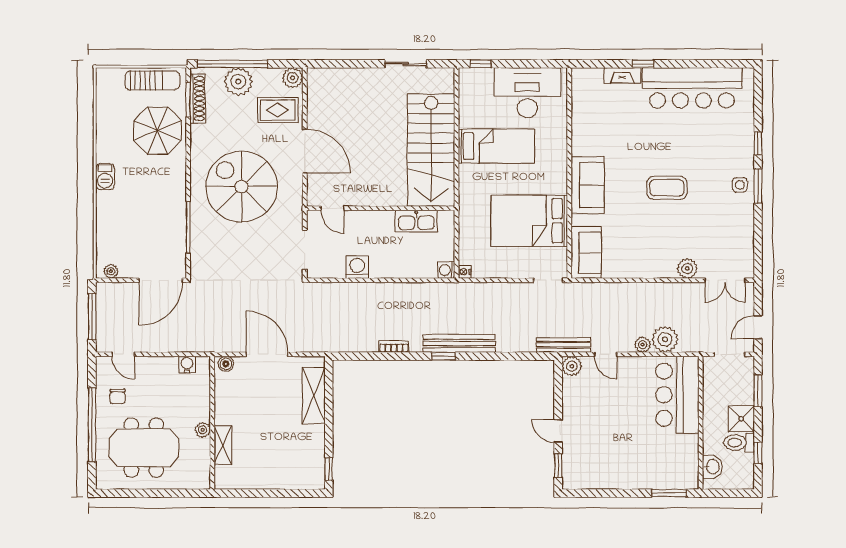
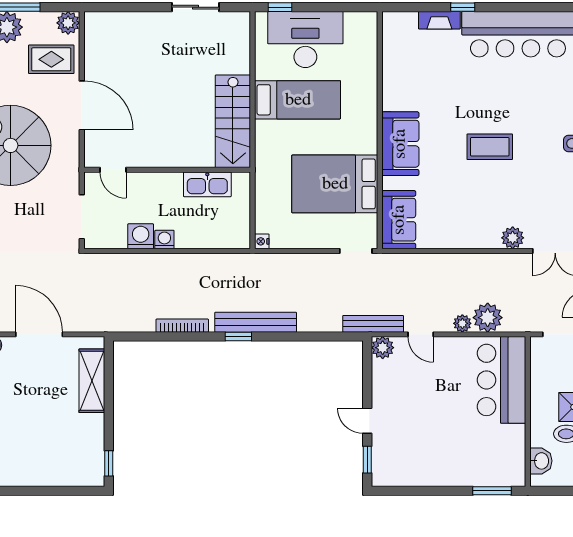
desk: (527, 93) -> (305, 39), moved
stairs: (431, 150) -> (233, 121), width x0.73, depth x0.66
washing machine: (446, 270) -> (164, 239), moved, turned 90
bookcase: (394, 347) -> (182, 326), width x1.56

